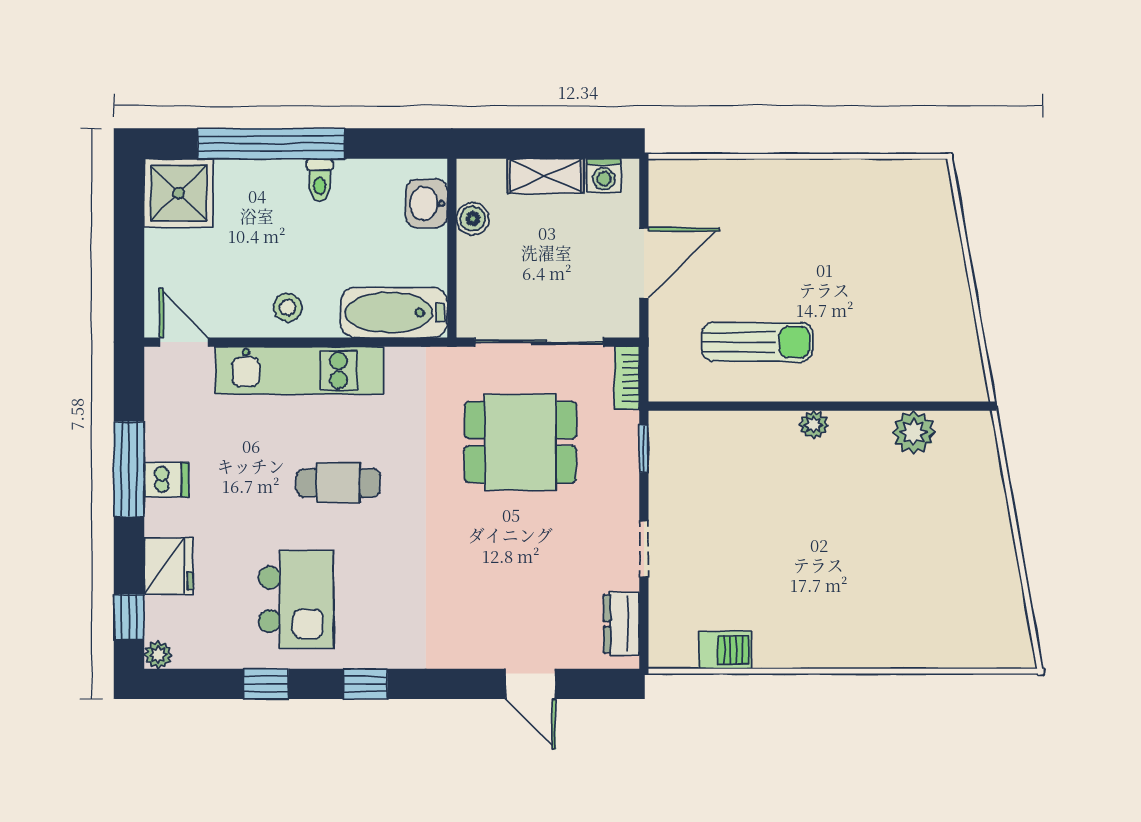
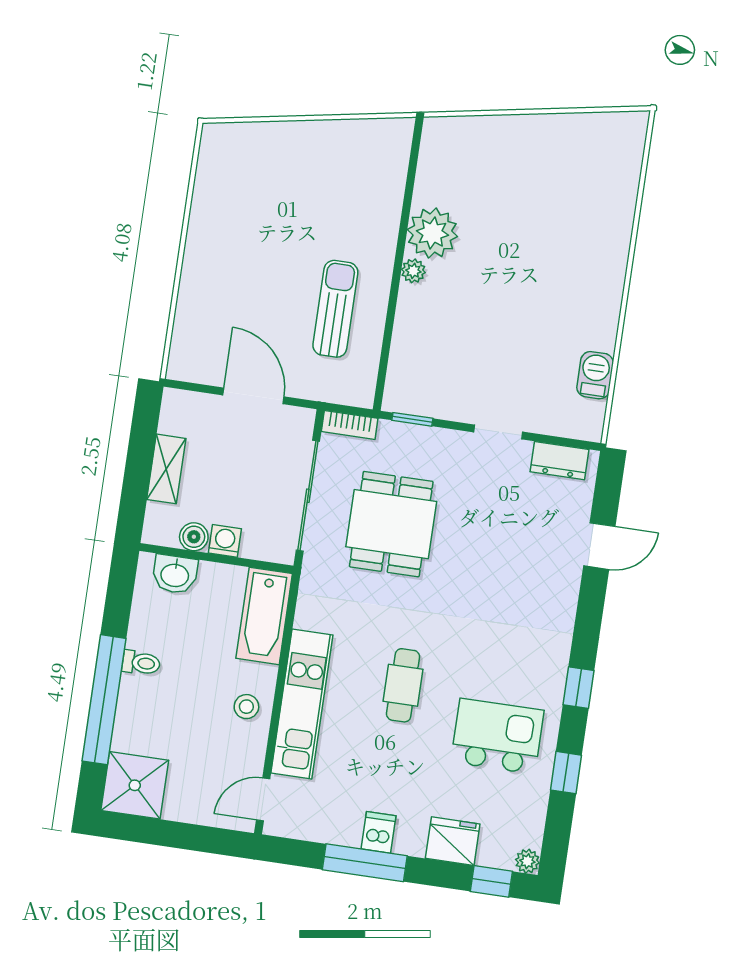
washing machine: (604, 175) -> (225, 541), moved, turned -90
plant: (914, 432) -> (432, 233), moved, width x1.36, depth x1.36

